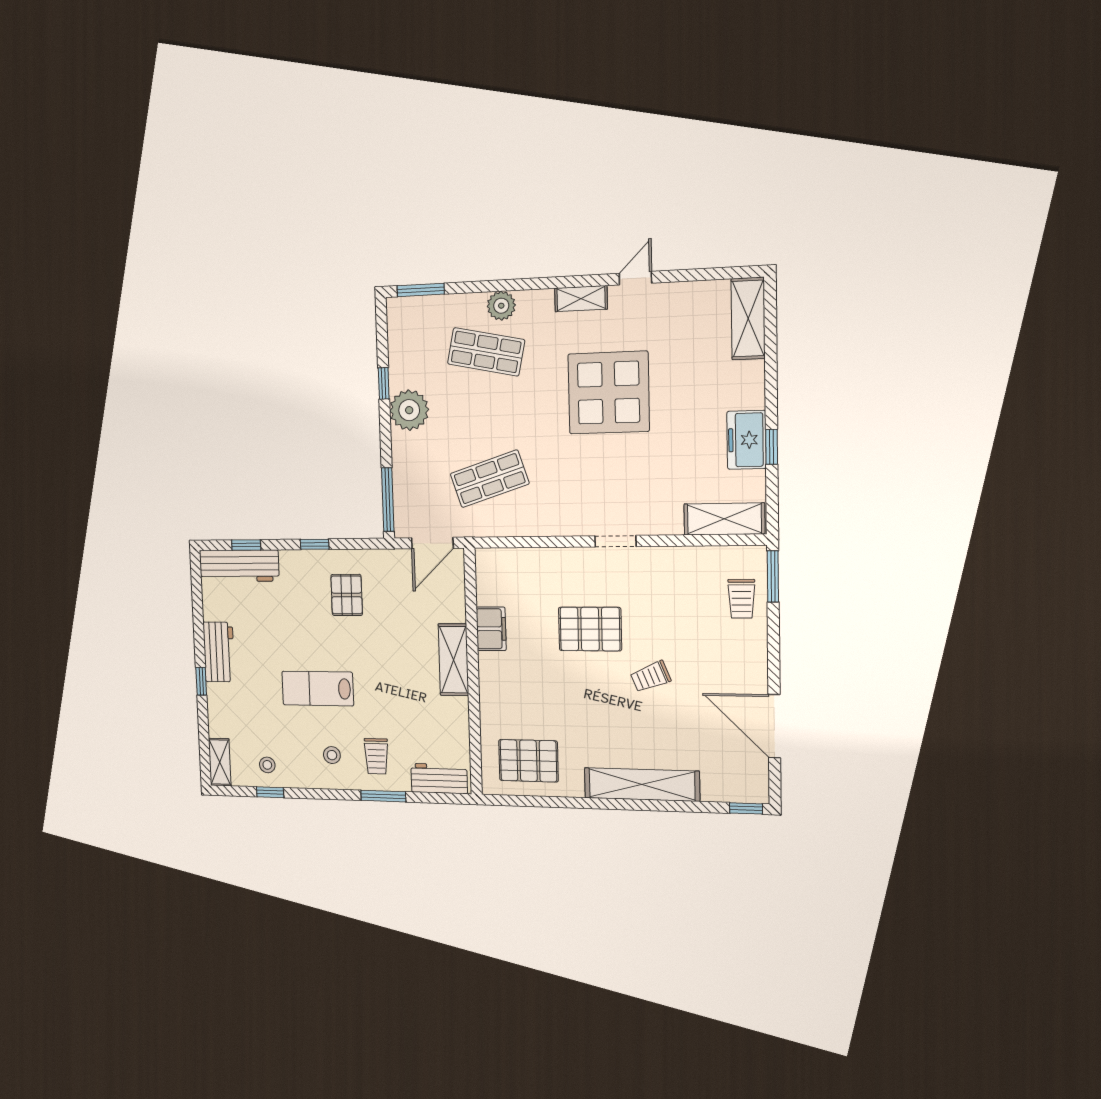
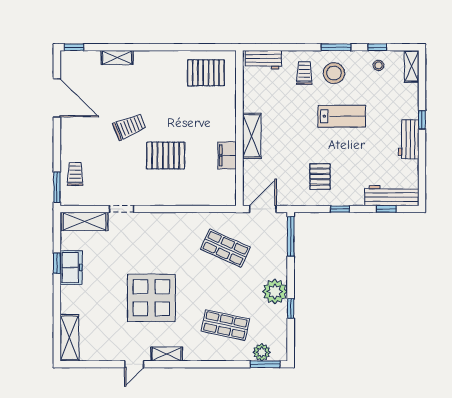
plant: (501, 306) -> (262, 352), moved
shop shelf: (490, 479) -> (225, 248), turned 42
doorway: (615, 541) -> (121, 209), moved
trolley: (651, 677) -> (130, 127), width x1.36, depth x1.39
stool: (332, 755) -> (334, 73), width x1.89, depth x1.89
shelving: (642, 785) -> (117, 58), width x0.45, depth x0.75
window: (383, 796) -> (336, 47), moved

